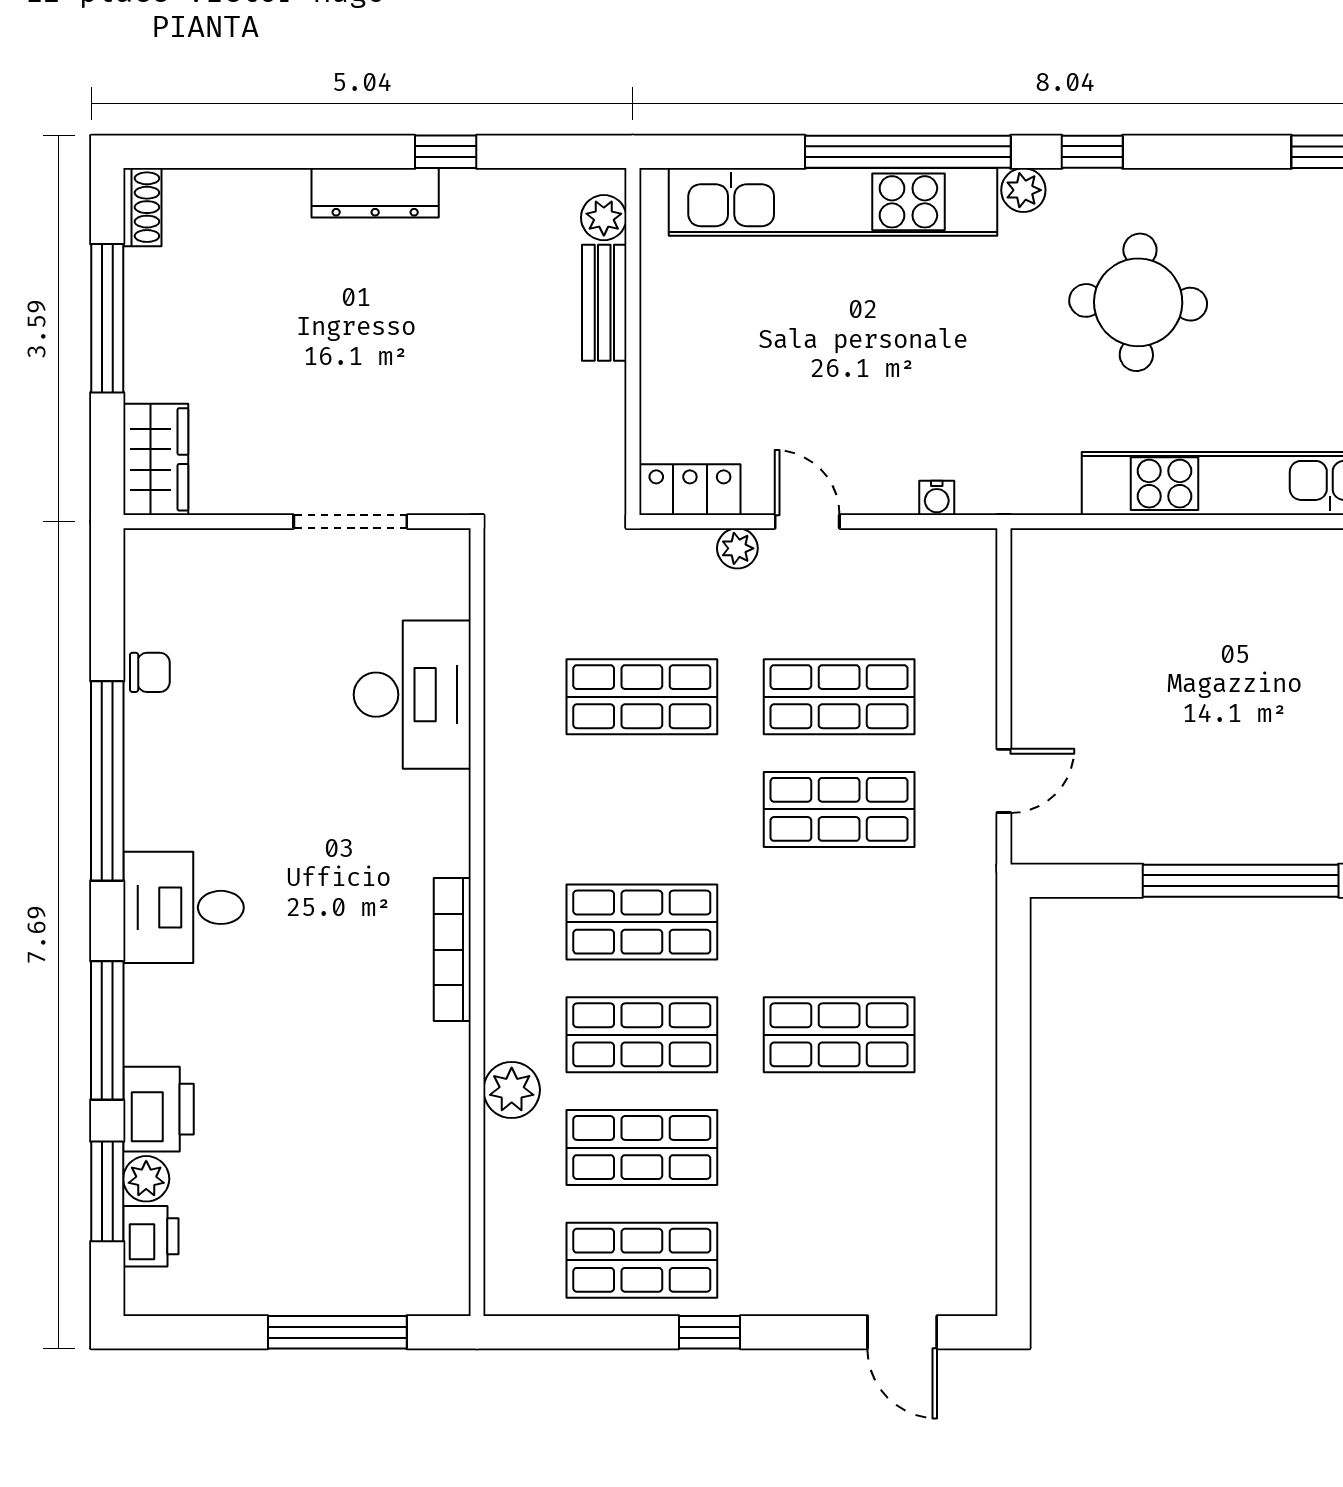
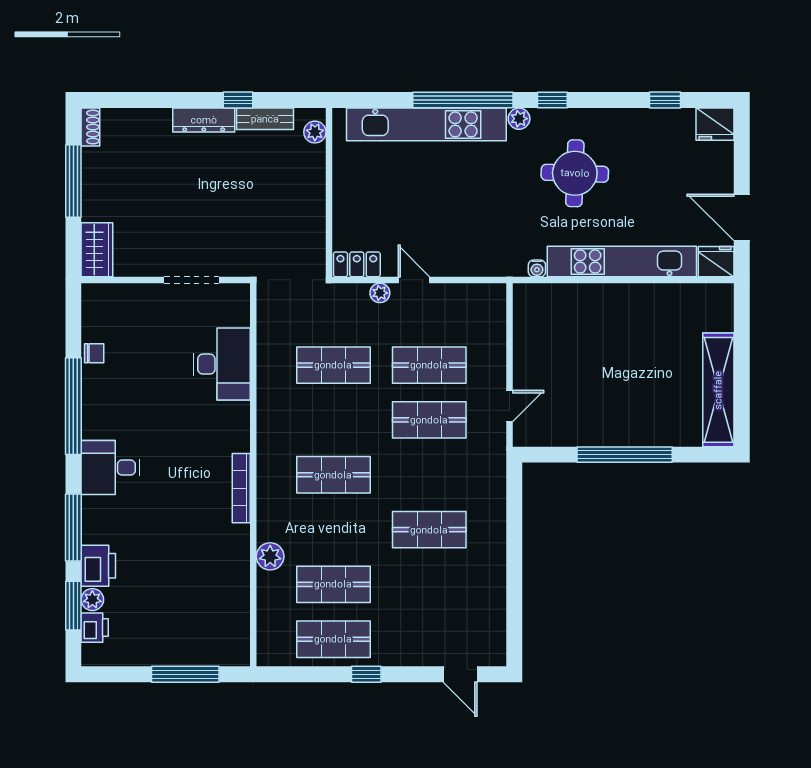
bench: (604, 303) -> (265, 119), moved, turned 90
water cooler: (937, 498) -> (537, 268), moved
shop shelf: (642, 1035) -> (333, 530), removed

